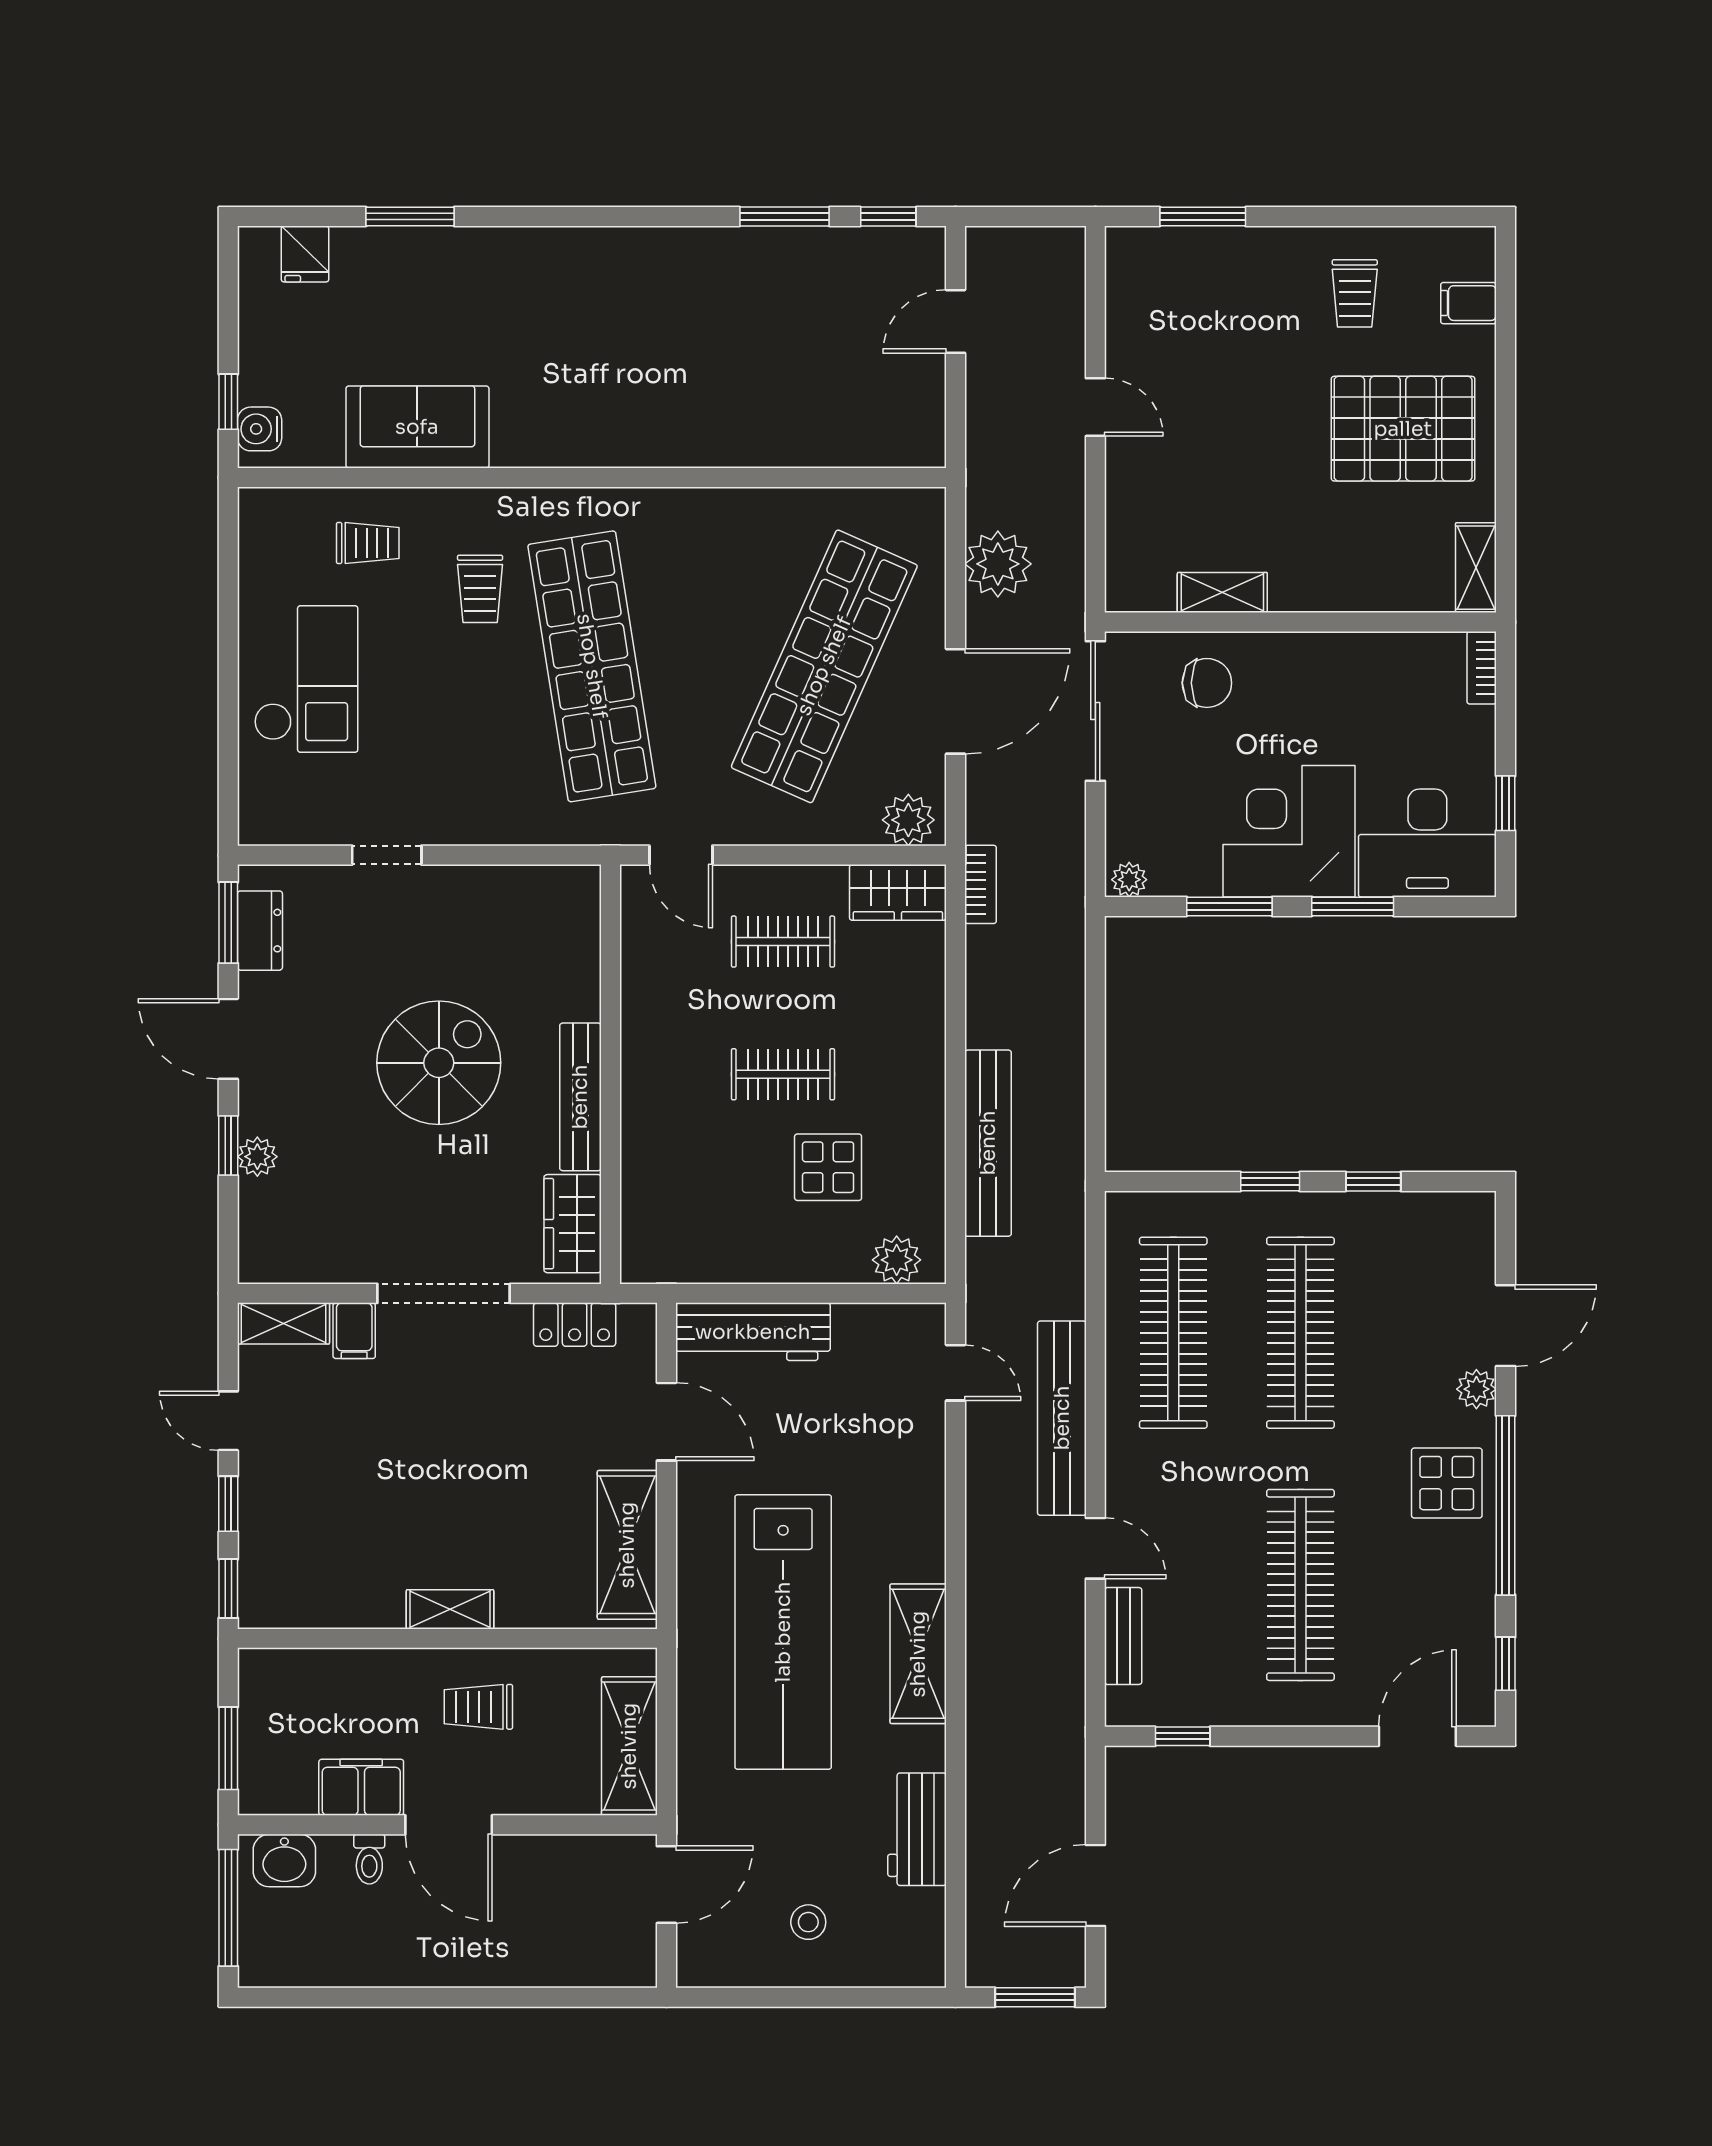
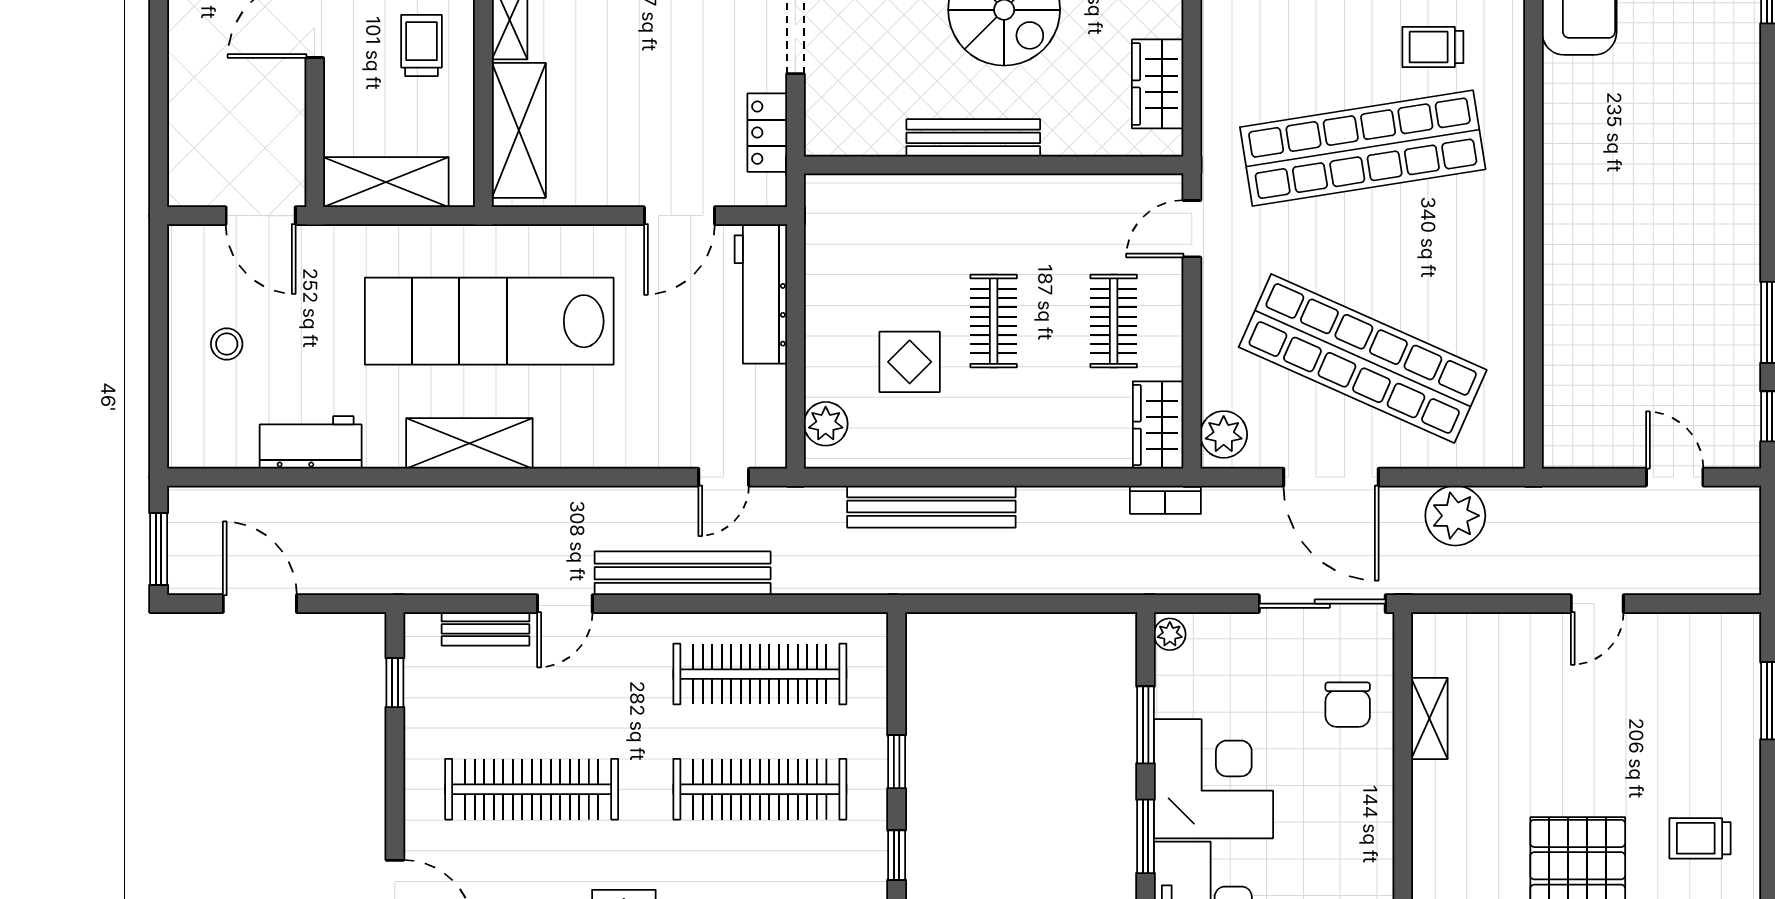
wardrobe: (573, 1224) -> (1158, 84), moved, turned -90
shelving: (627, 1545) -> (519, 130), moved, turned 90

